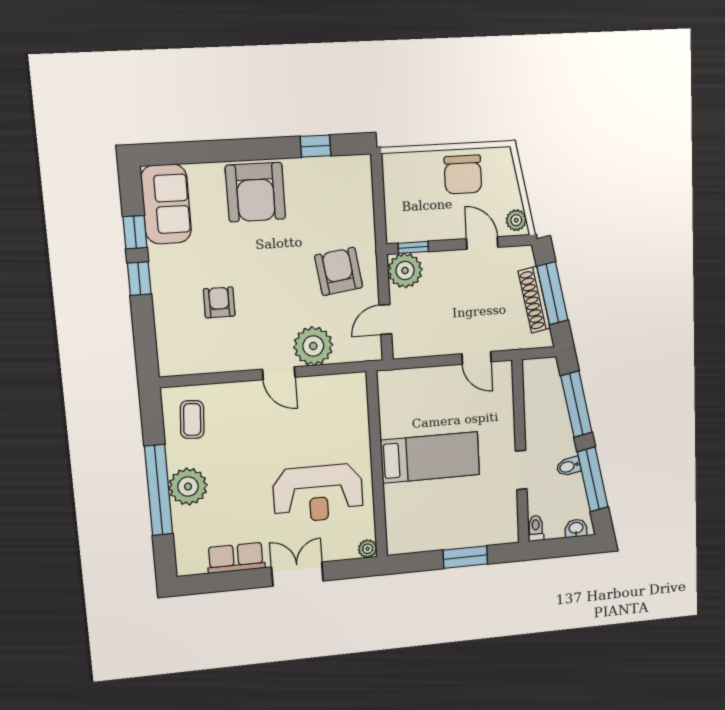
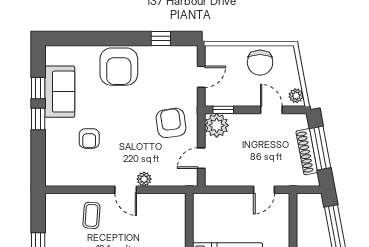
door: (379, 200) -> (201, 77), added
sofa: (166, 204) -> (60, 92), moved
armchair: (219, 302) -> (89, 138), turned 180
plant: (313, 346) -> (144, 179), width x0.53, depth x0.53
door: (477, 358) -> (264, 190), hinge flipped
coffee table: (192, 419) -> (91, 215), moved

